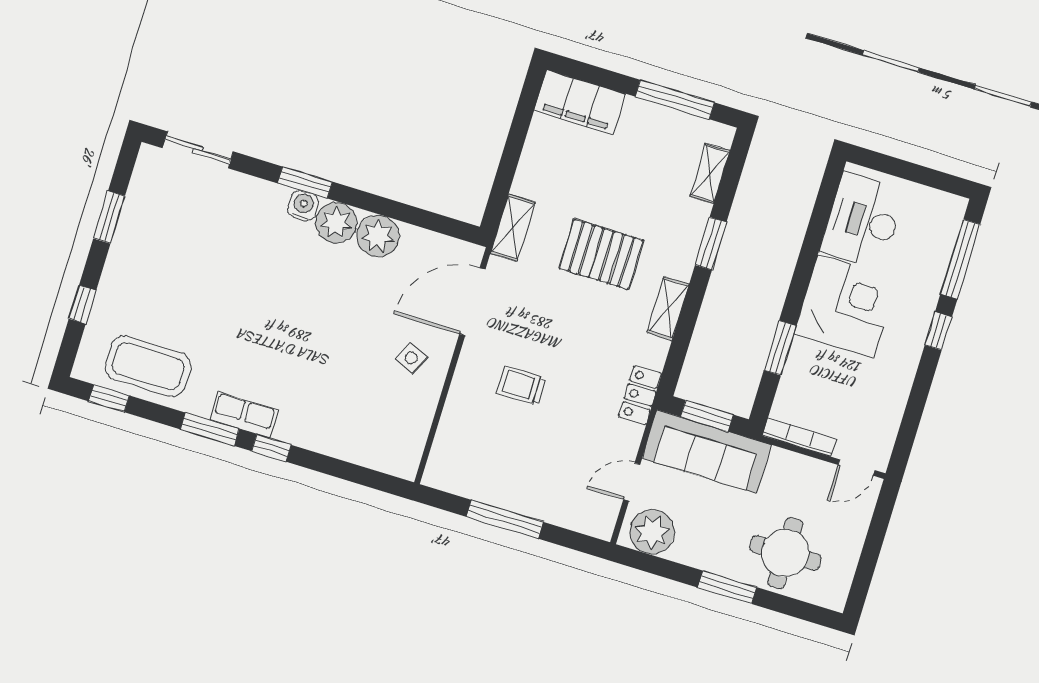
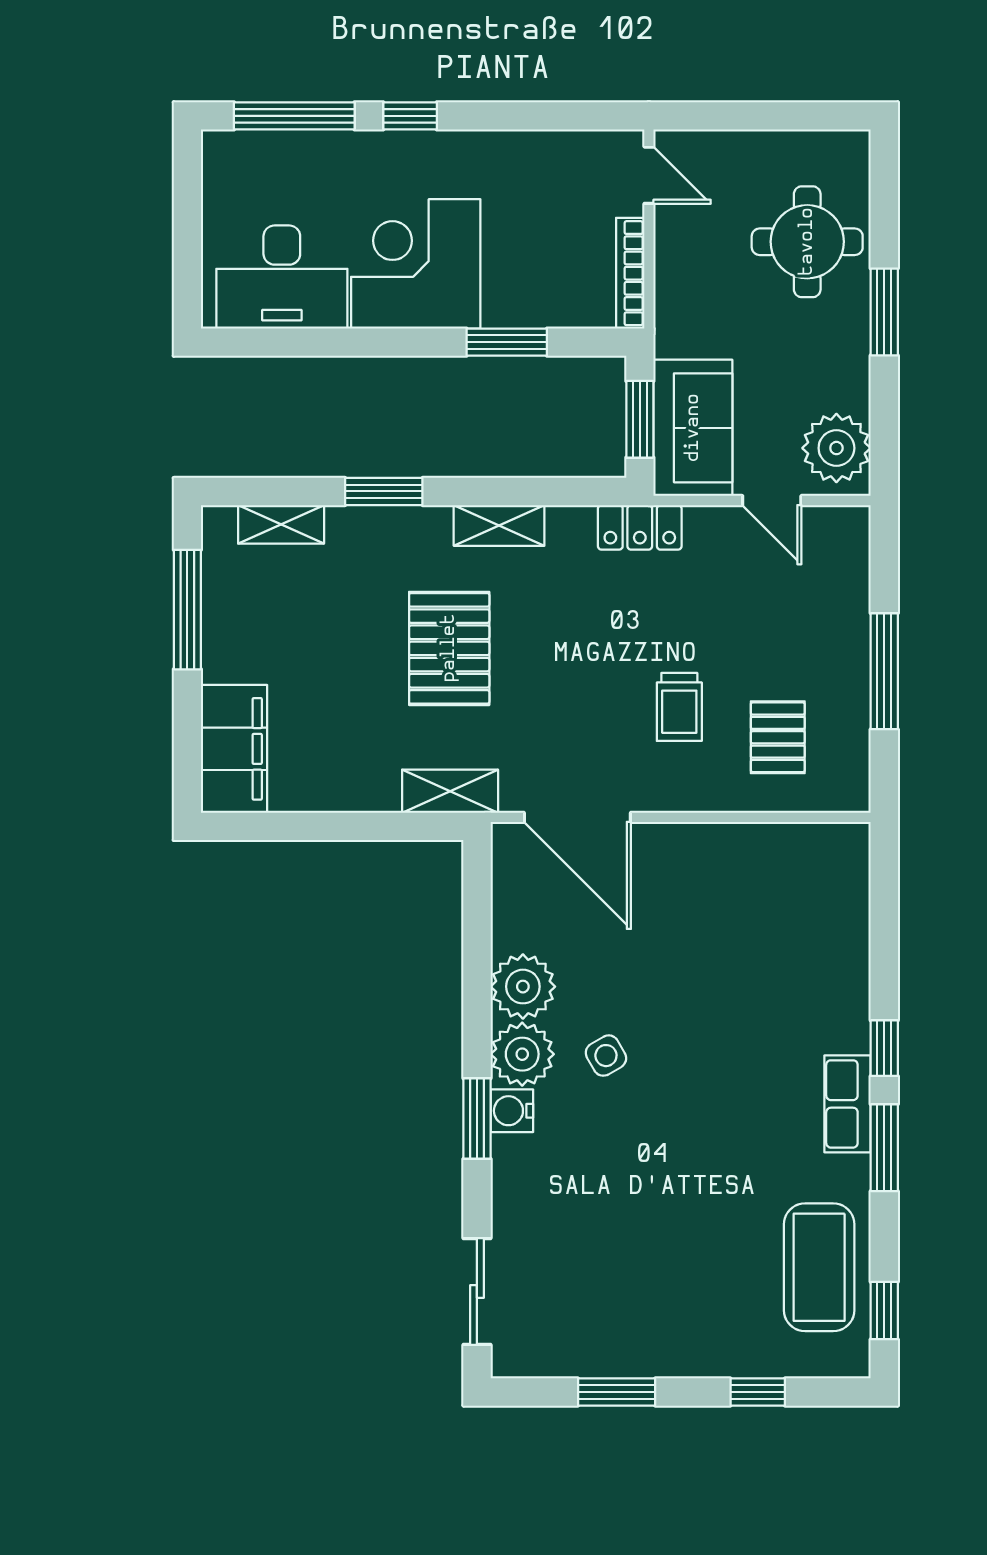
side table: (411, 358) -> (606, 1056), moved, turned 34
pallet: (484, 441) -> (778, 737), added
sofa: (707, 452) -> (693, 428), width x0.73

